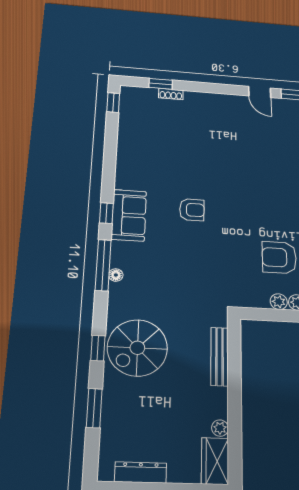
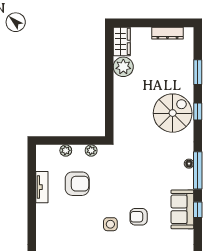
side table: (232, 203) -> (110, 224), added
plant: (279, 302) -> (91, 151), moved
bench: (220, 356) -> (119, 110), removed
plant: (220, 428) -> (123, 67), width x1.87, depth x1.87

